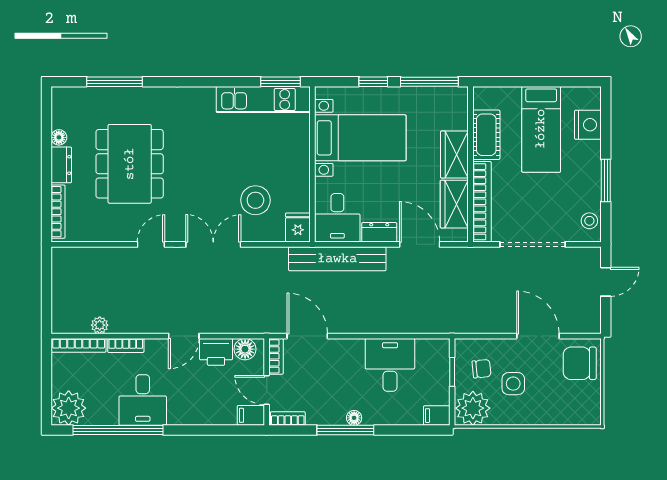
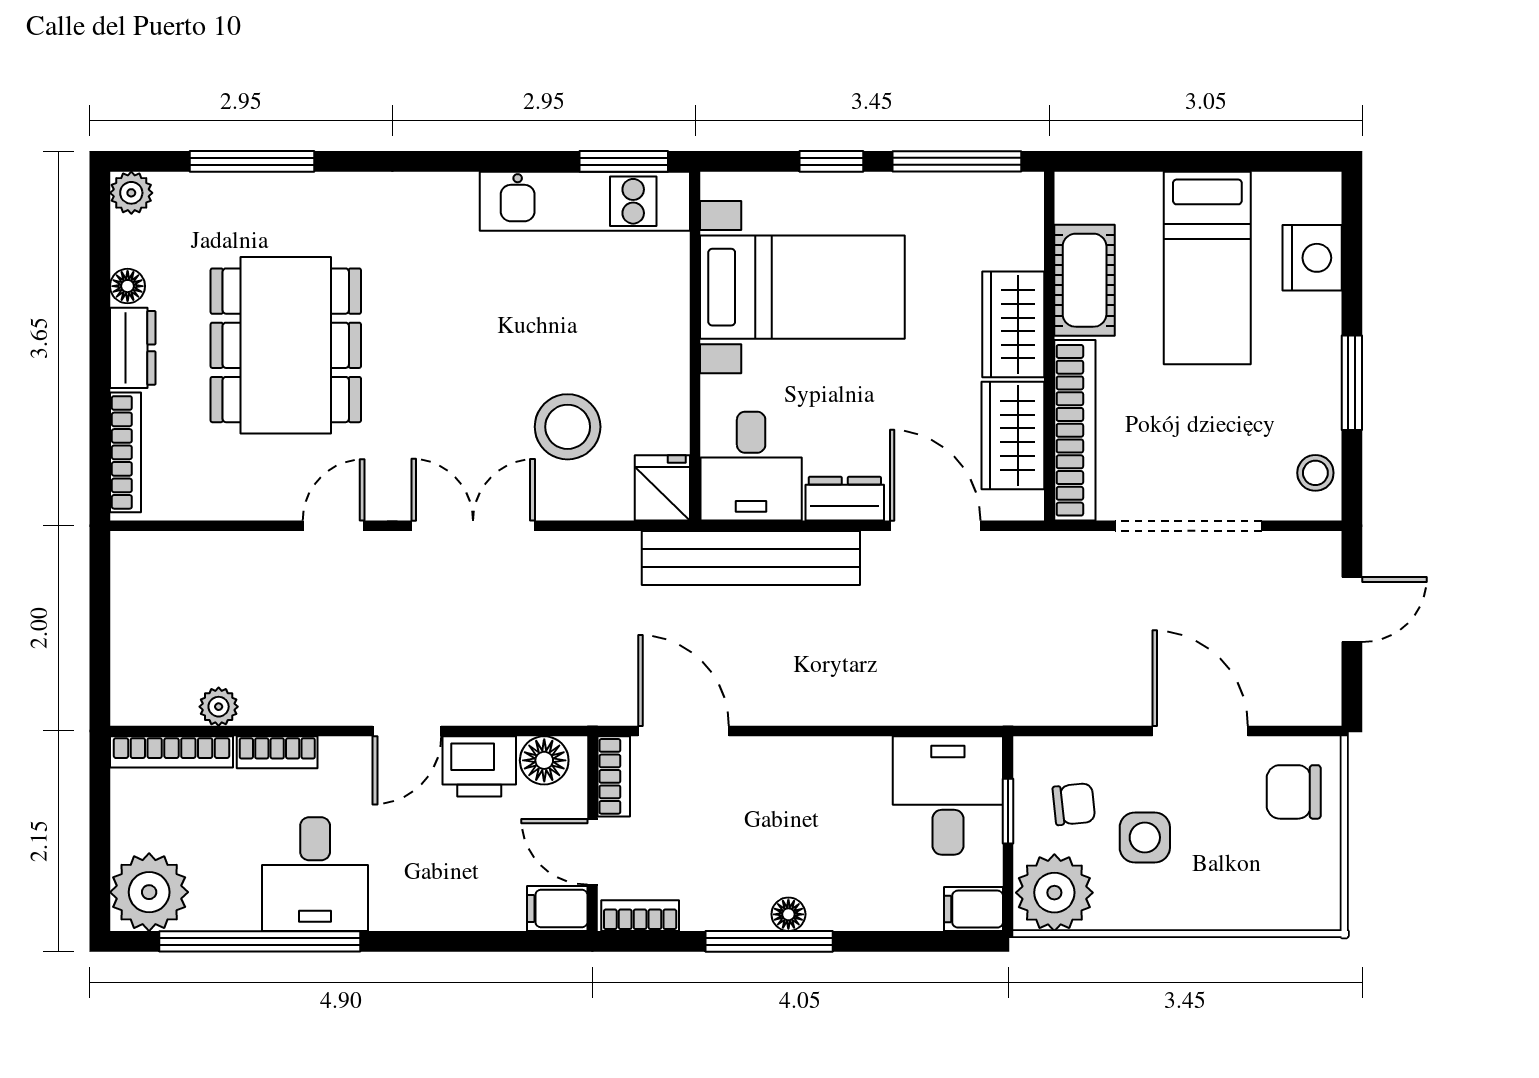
plant: (61, 96) -> (131, 193), added
chair: (580, 363) -> (1294, 792), width x0.73, depth x0.73
desk: (390, 365) -> (948, 795), moved

